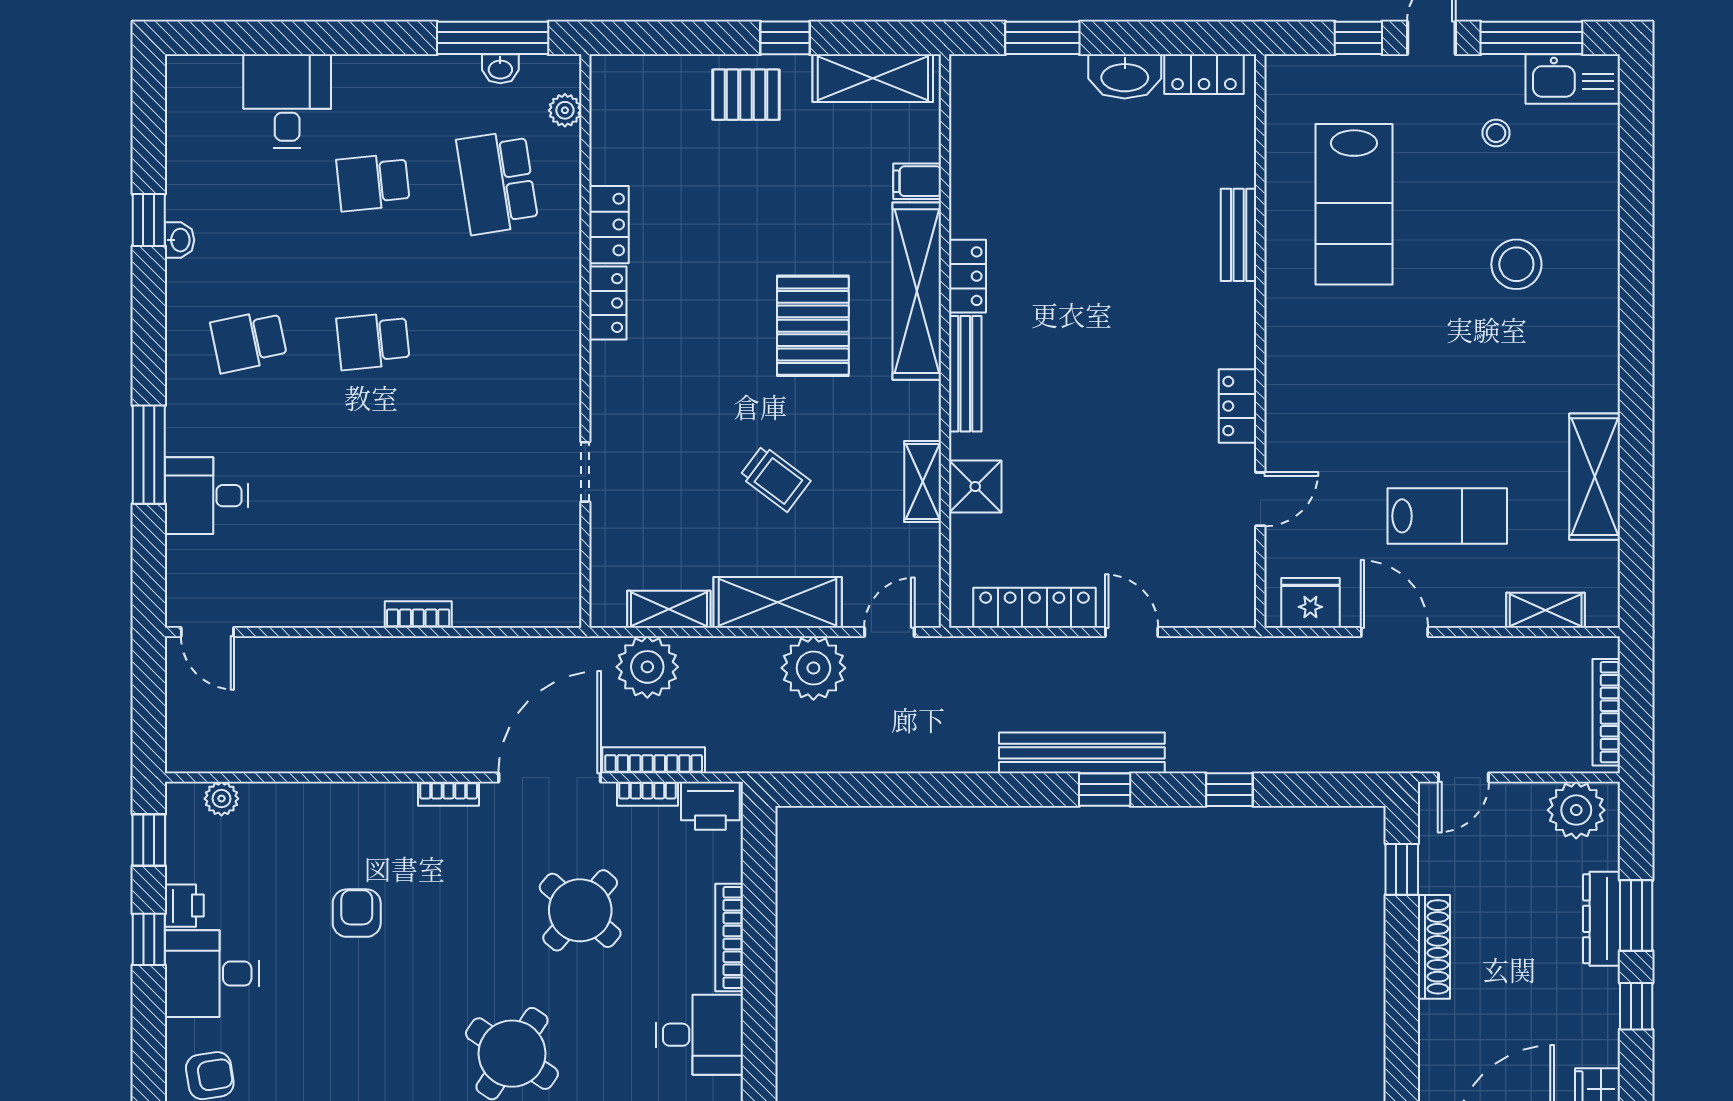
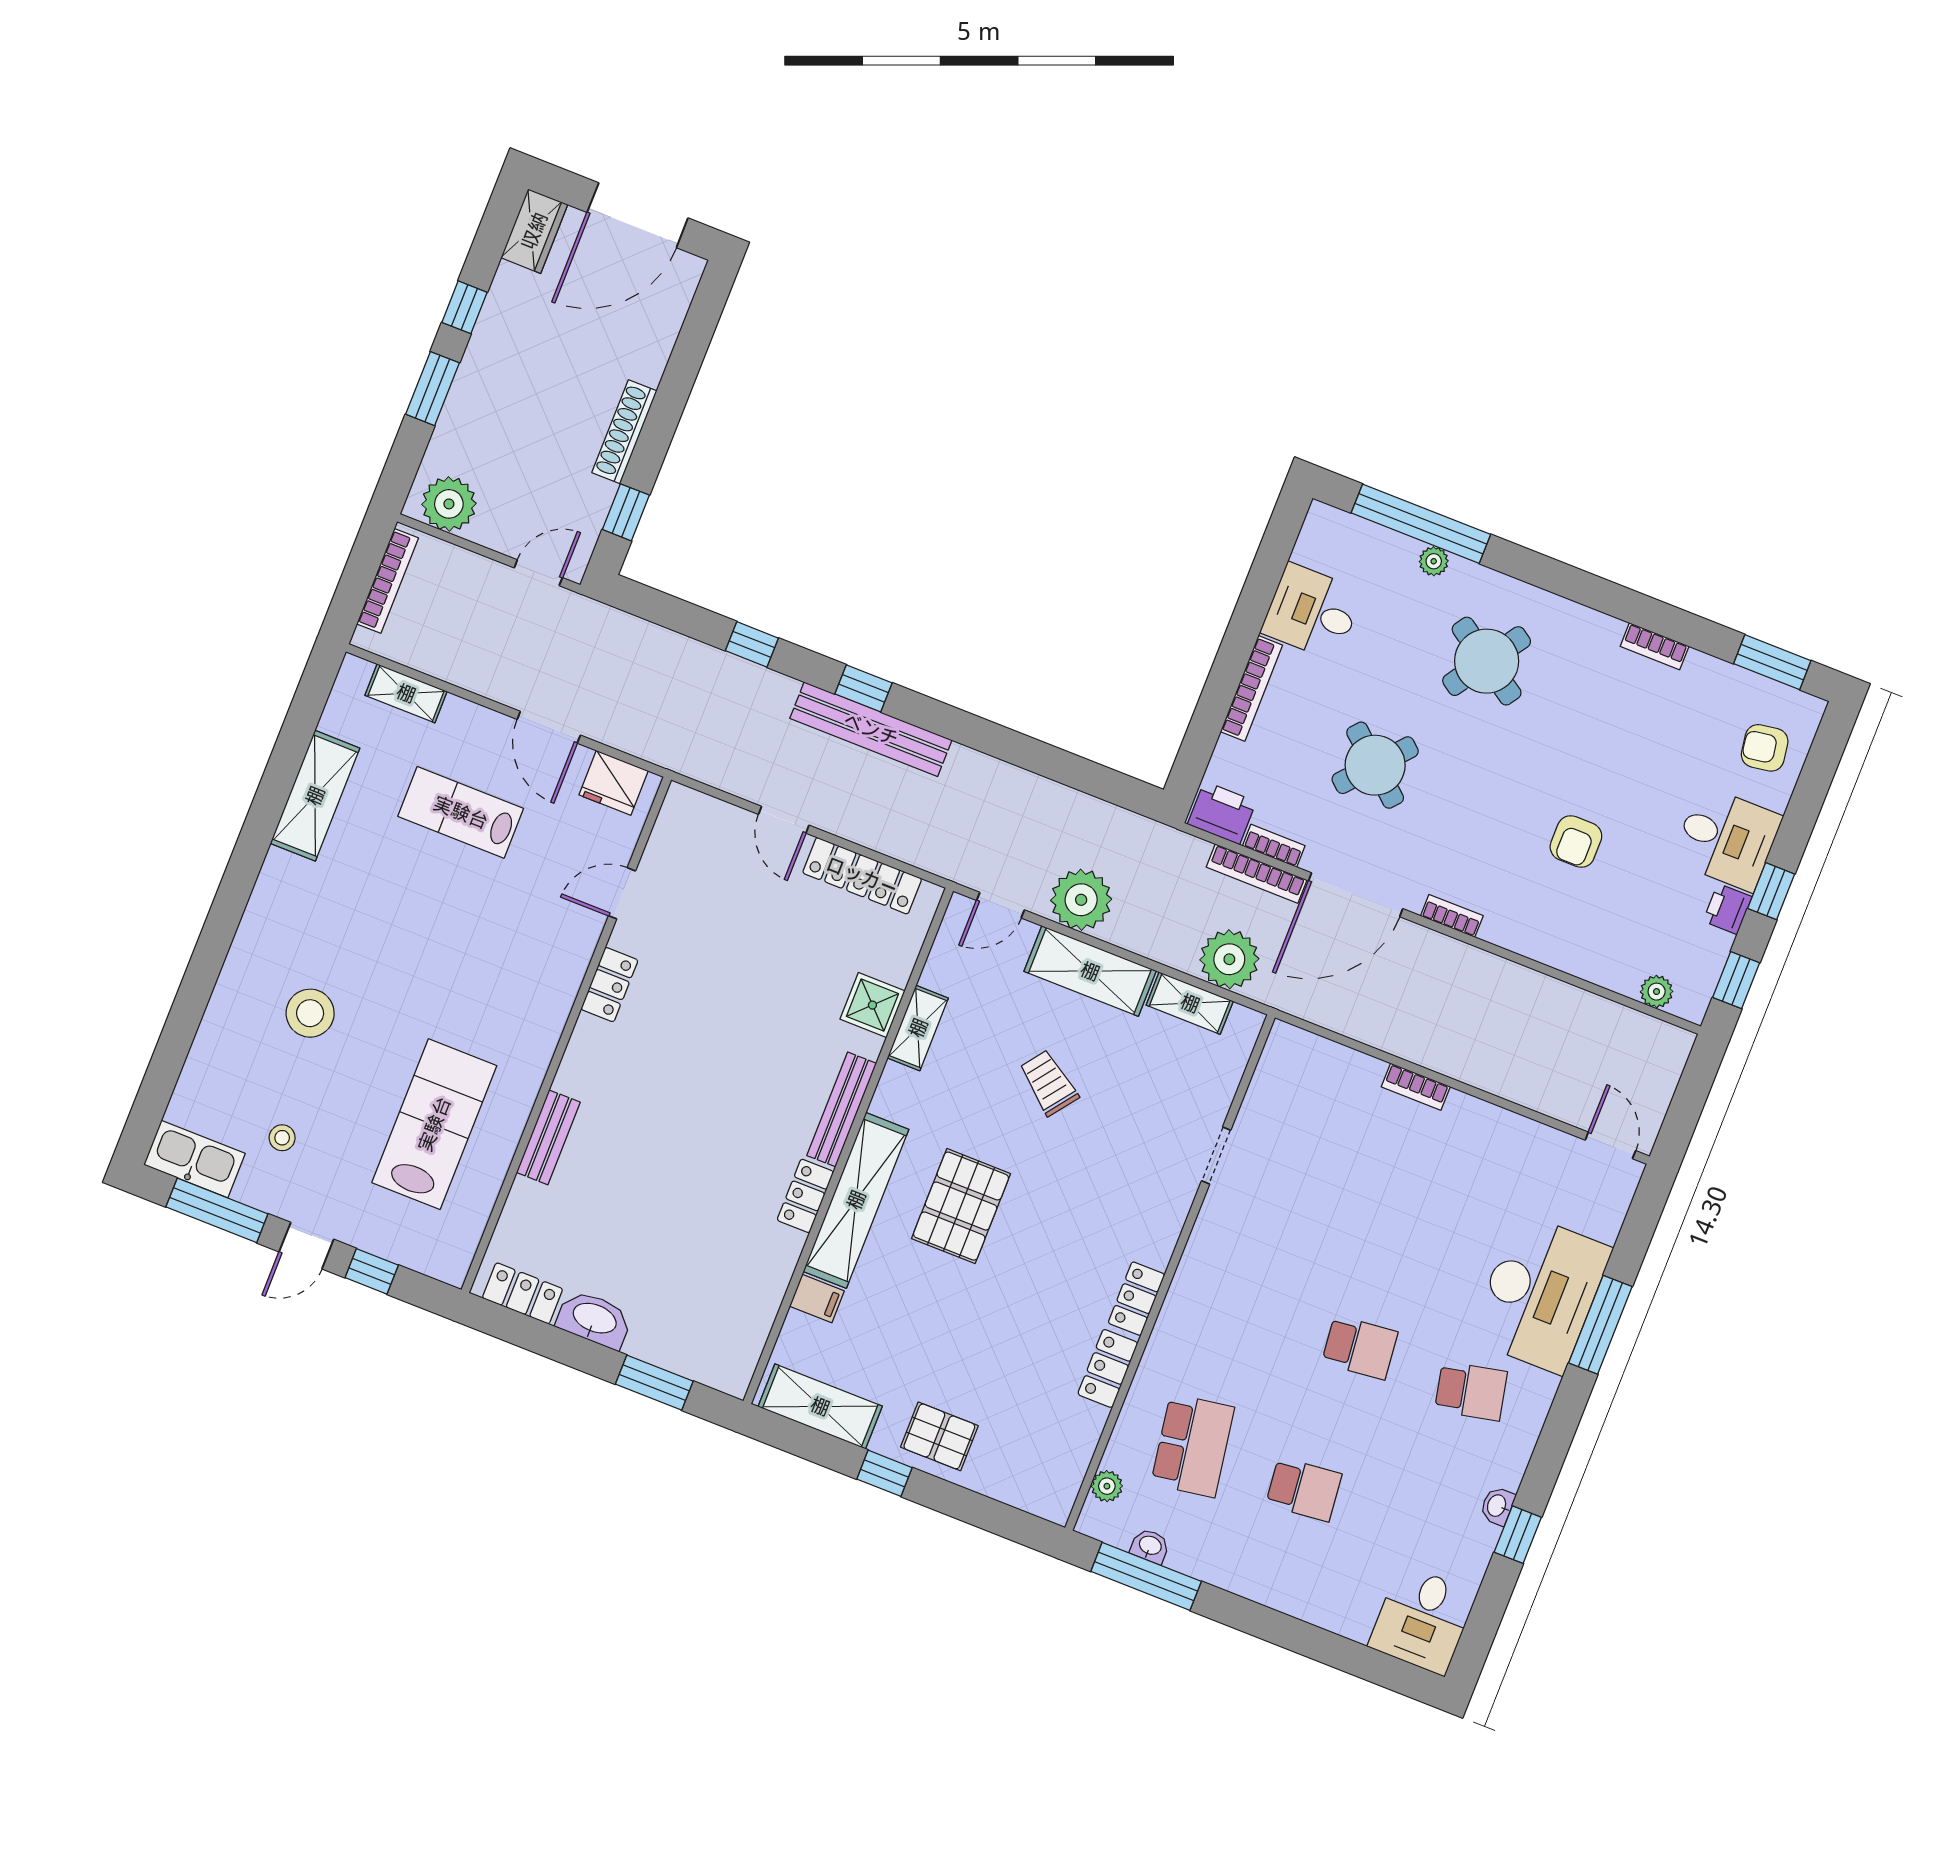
desk: (287, 101) -> (1422, 1620), moved
desk: (207, 496) -> (1540, 1293), width x1.87, depth x1.30
dresser: (1602, 919) -> (465, 398), removed

